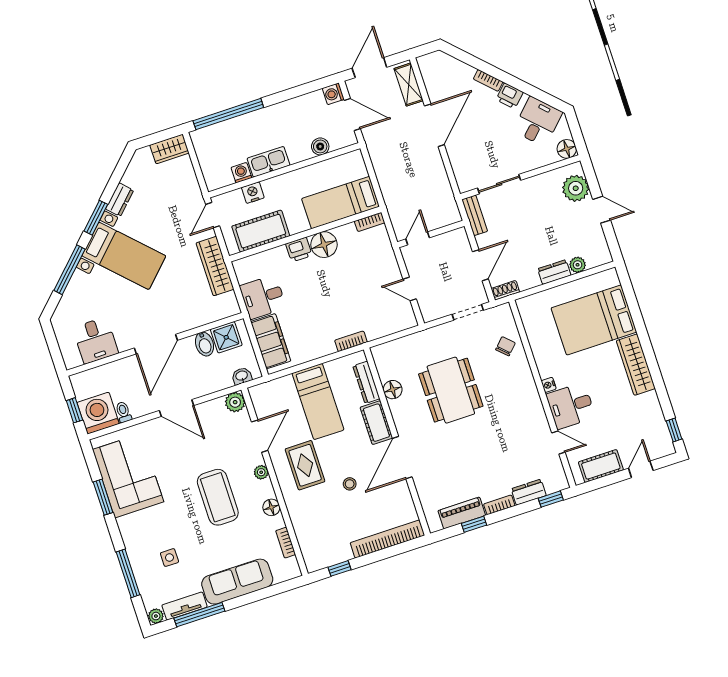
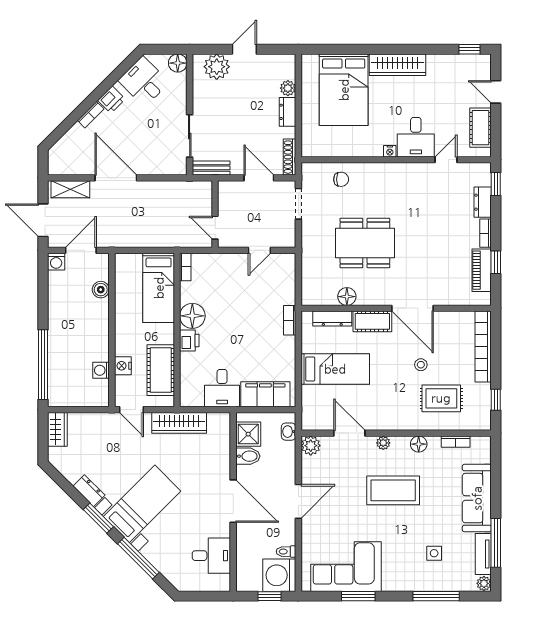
kitchen sink: (268, 162) -> (99, 342), removed
shoe rack: (505, 290) -> (289, 157), width x1.43
chair: (505, 346) -> (341, 179), turned 136
rug: (305, 465) -> (441, 398), moved

